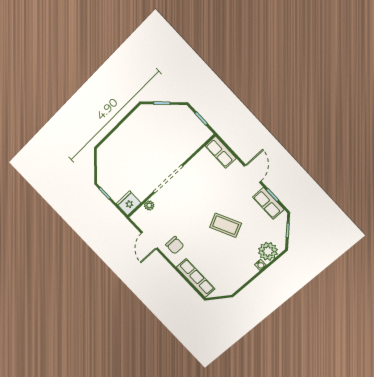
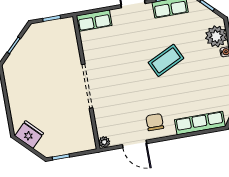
fridge: (129, 203) -> (29, 134), moved, turned 135
plant: (149, 205) -> (104, 142), moved
chair: (175, 245) -> (155, 122), turned -90

